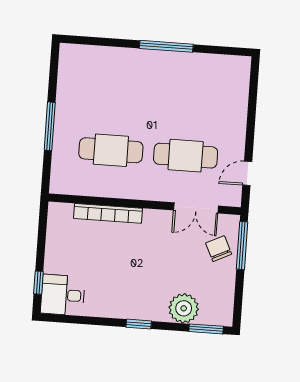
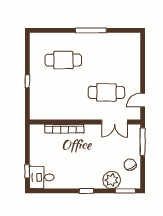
window: (50, 126) -> (27, 81), width x0.46
cafe table: (111, 150) -> (63, 60), moved
chair: (219, 249) -> (130, 165), moved

